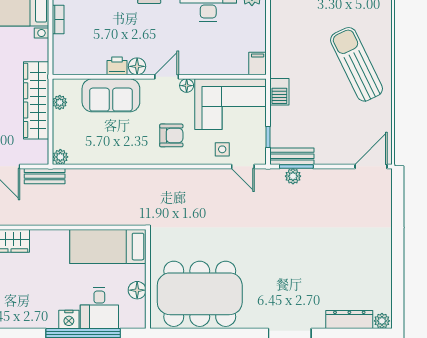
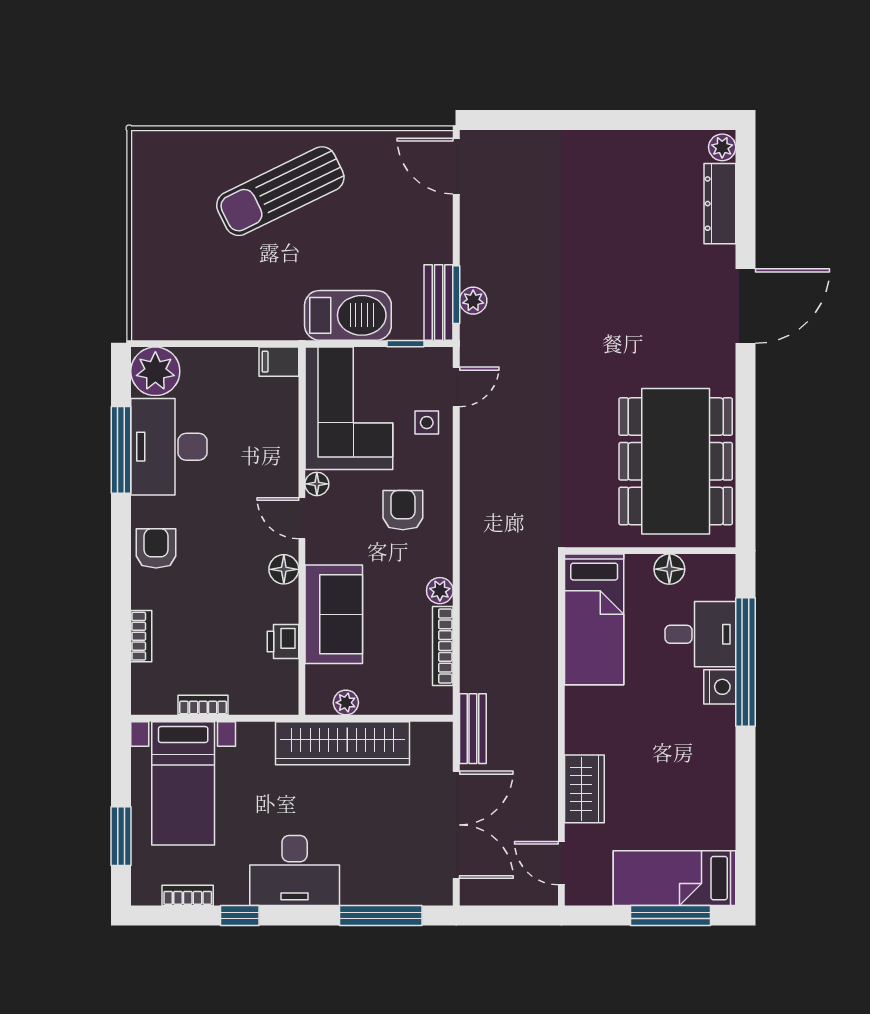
printer: (117, 66) -> (283, 641), moved
barbecue: (279, 92) -> (348, 315), width x1.88, depth x1.53
plant: (60, 157) -> (440, 591), moved
bookcase: (92, 159) -> (443, 646), added

